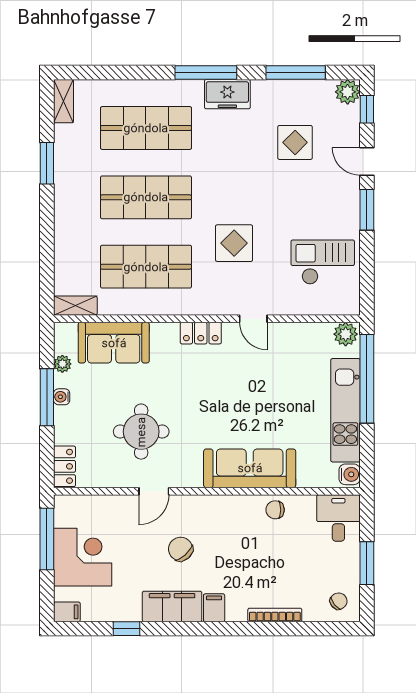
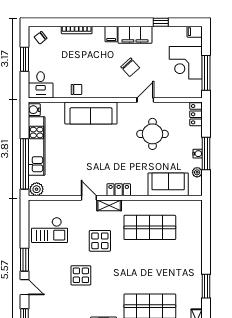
display table: (295, 142) -> (81, 275), moved
shop shelf: (146, 197) -> (150, 267), removed
shelving: (75, 306) -> (109, 205), moved

